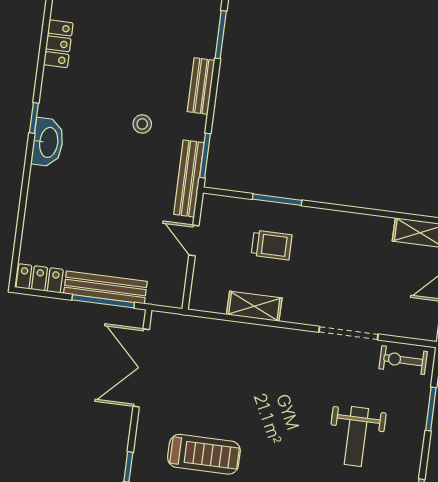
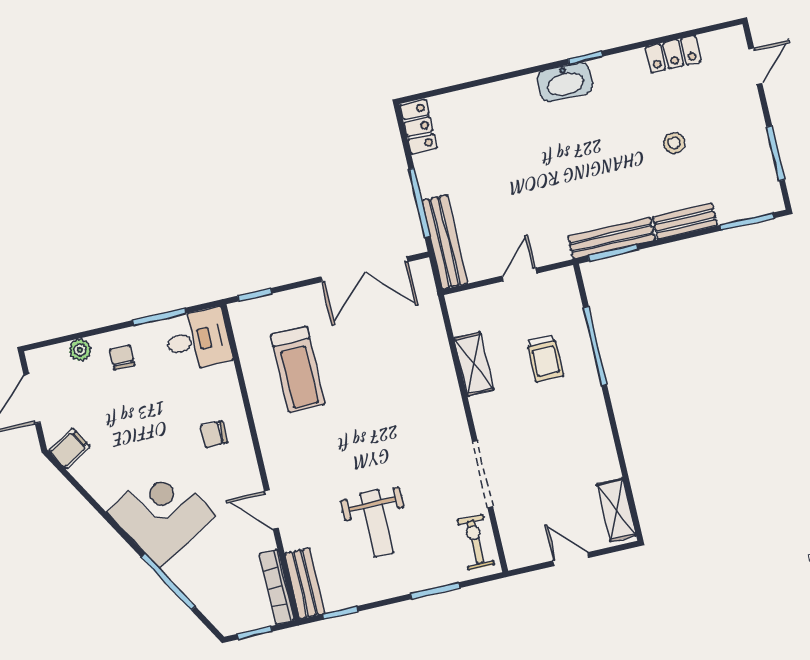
stool: (142, 124) -> (674, 143), moved
bench: (189, 178) -> (612, 238), moved
window: (277, 200) -> (595, 346), width x1.44
bench: (105, 287) -> (445, 242), moved
double door: (141, 368) -> (364, 269), swing flipped
weight bench: (356, 436) -> (377, 523), turned -90

